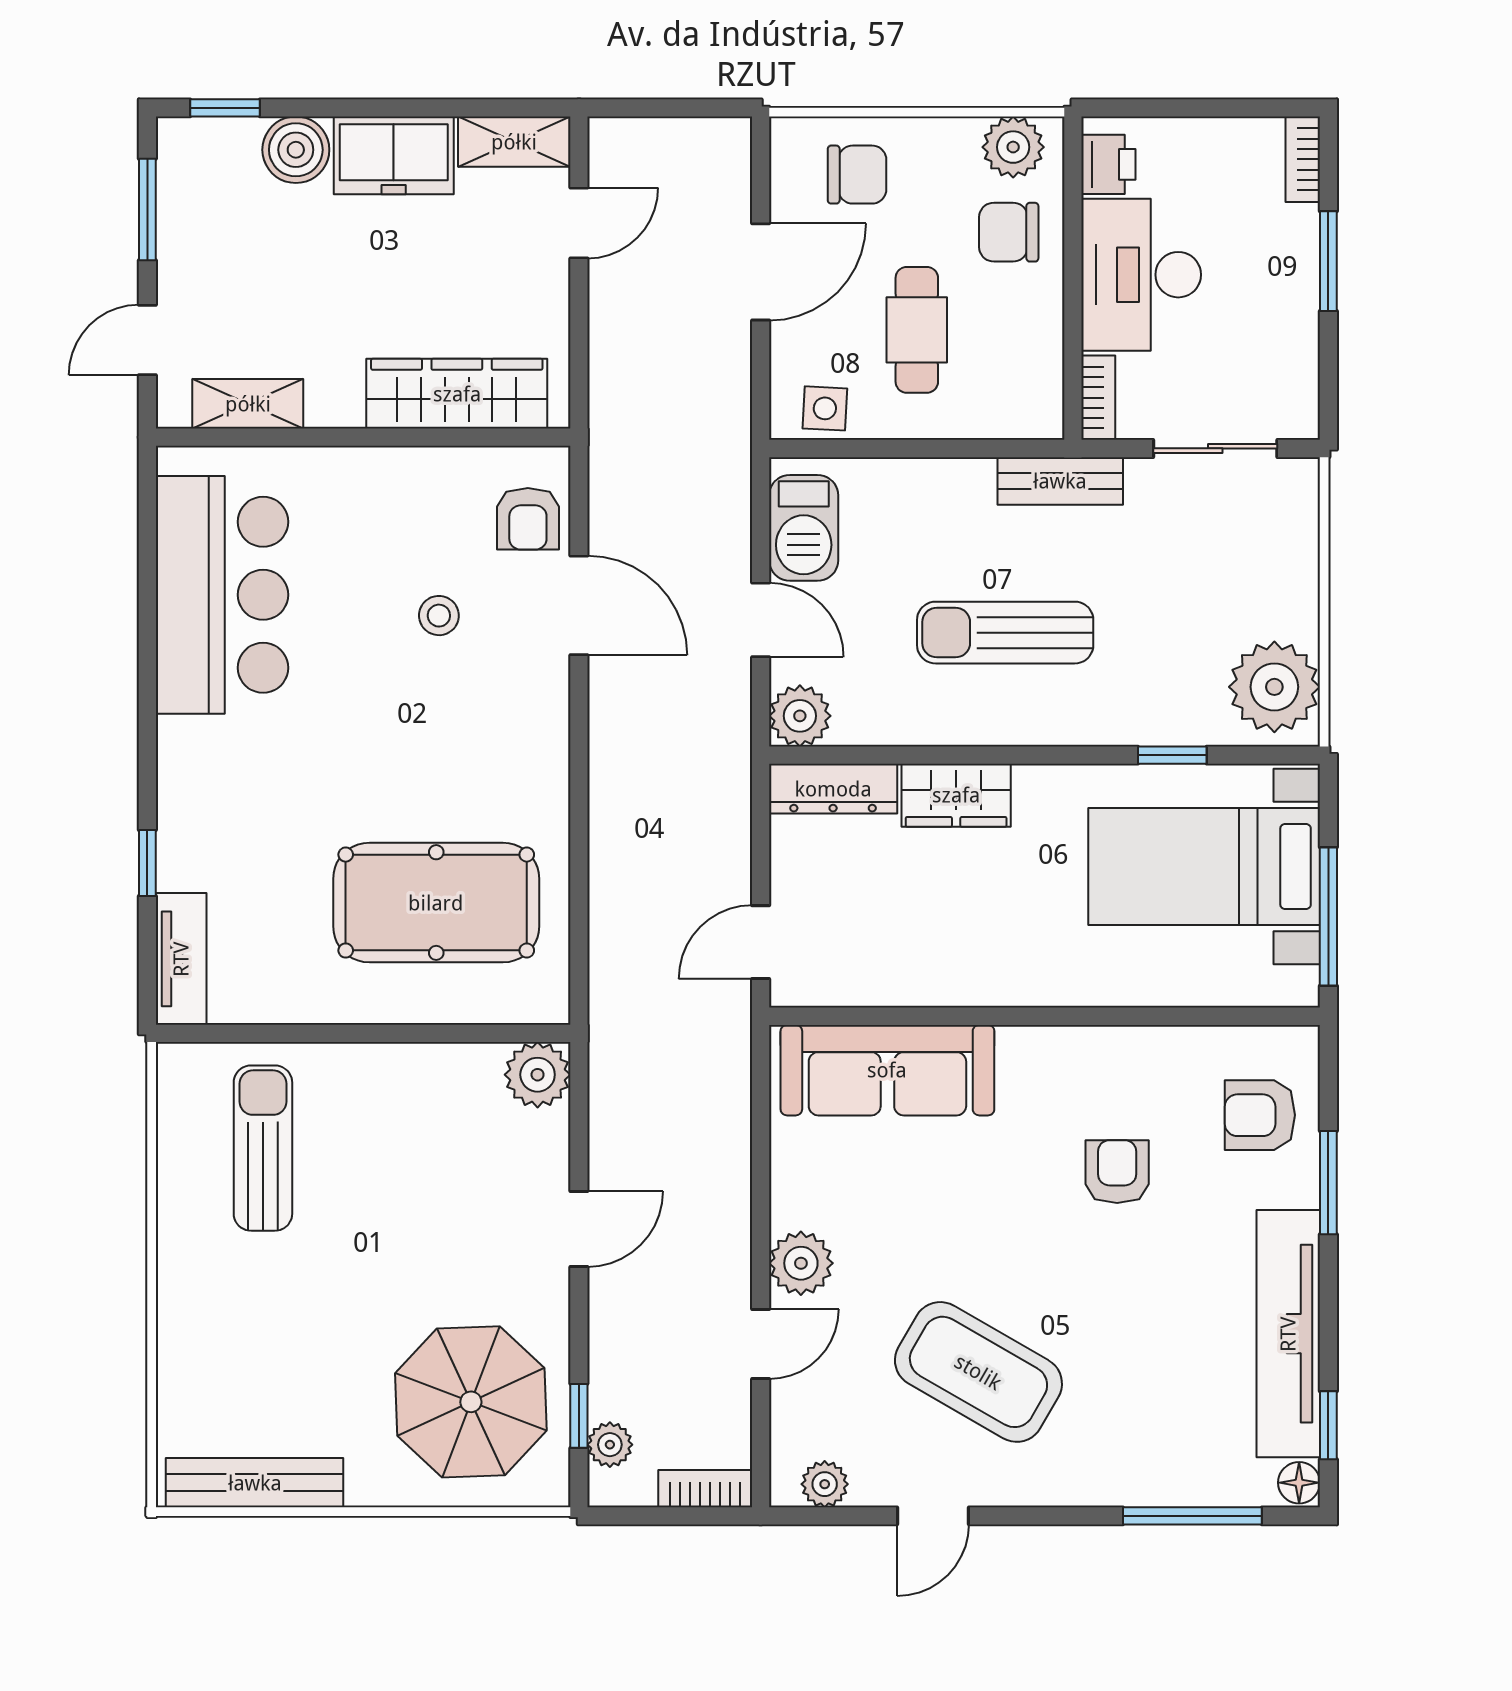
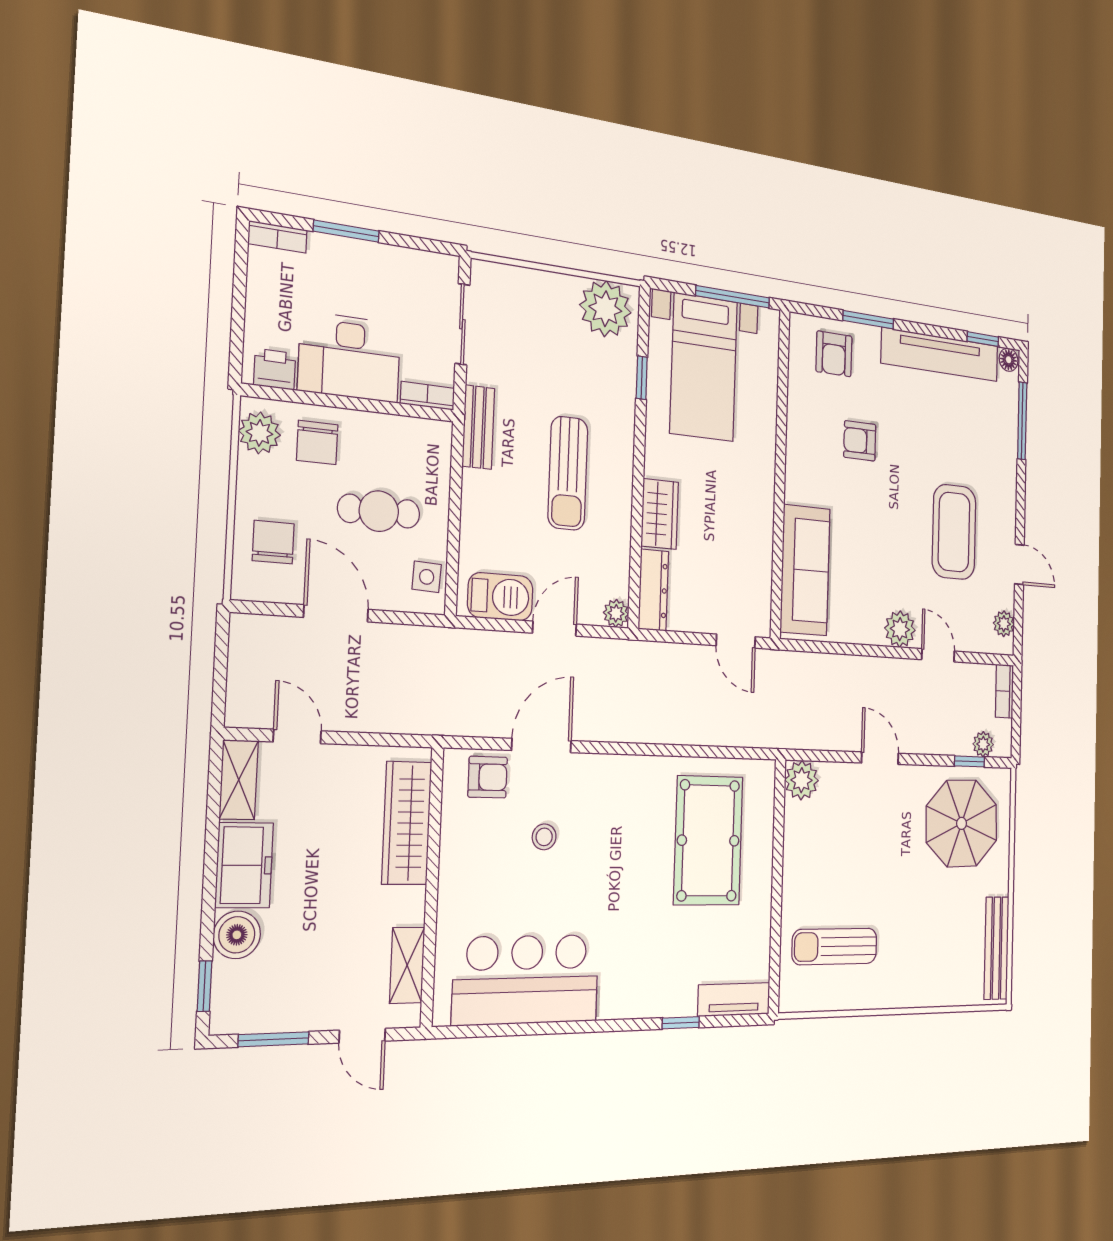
plant: (800, 716) -> (616, 613), width x0.73, depth x0.73
coffee table: (978, 1372) -> (954, 532), turned -30

